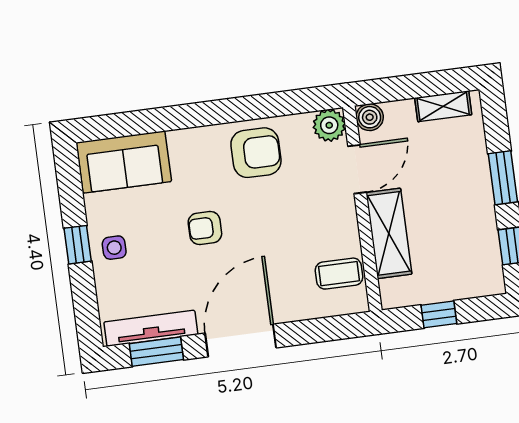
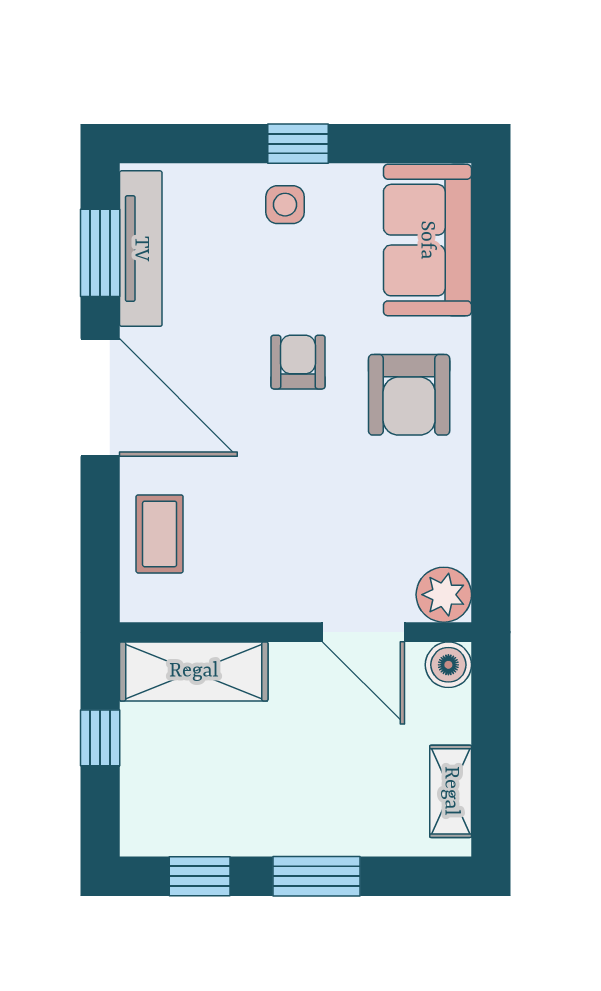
armchair: (256, 153) -> (409, 395), moved
shelving: (389, 233) -> (194, 671), moved
coffee table: (339, 274) -> (160, 534), moved

